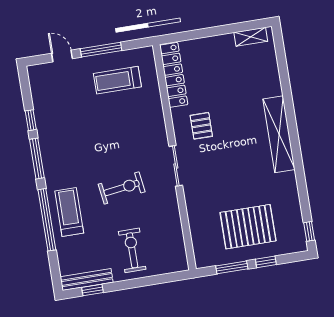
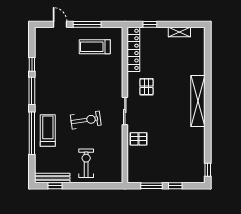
window: (192, 35) -> (150, 24), added
shelving: (251, 37) -> (179, 32), moved
pallet: (248, 227) -> (138, 139), moved, width x0.49, depth x0.50

